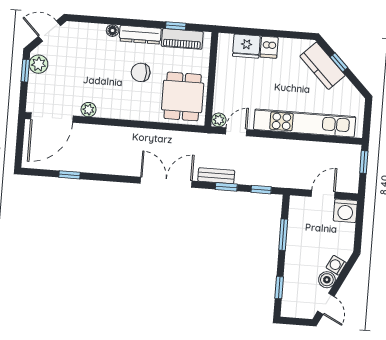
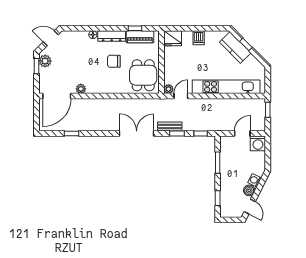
fridge: (246, 46) -> (173, 38), moved

